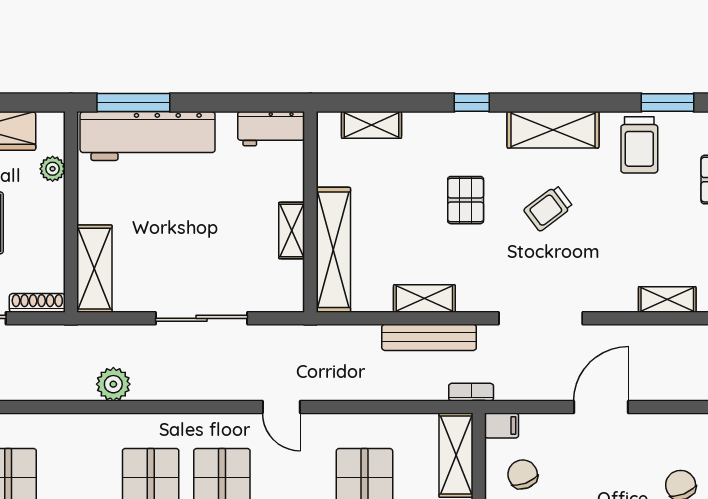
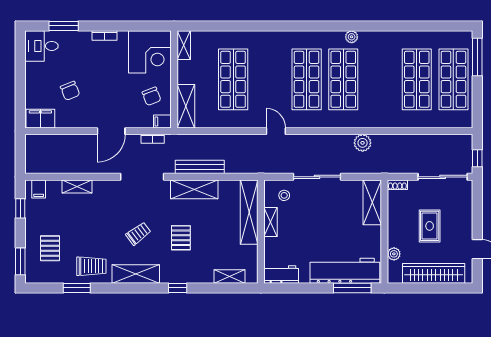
trolley: (639, 145) -> (91, 266), turned 90
stool: (265, 282) -> (284, 195), added
shelving: (424, 299) -> (194, 189), width x1.50, depth x1.33
shoe rack: (37, 303) -> (397, 185), width x0.70
bookcase: (471, 392) -> (153, 139), moved

